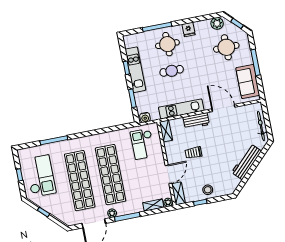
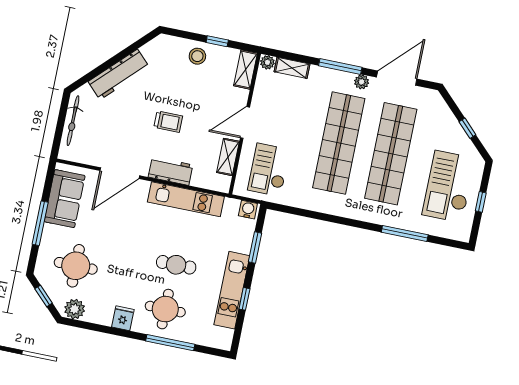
door: (223, 108) -> (120, 173), hinge flipped
shelving: (166, 131) -> (228, 157), moved
checkout: (143, 144) -> (269, 170), turned 180
trolley: (193, 153) -> (168, 122), moved
door: (169, 174) -> (245, 123), moved

